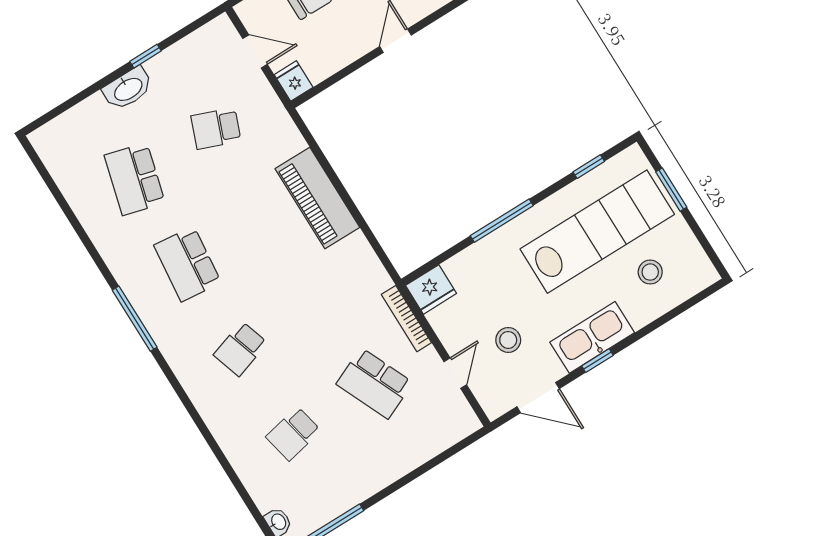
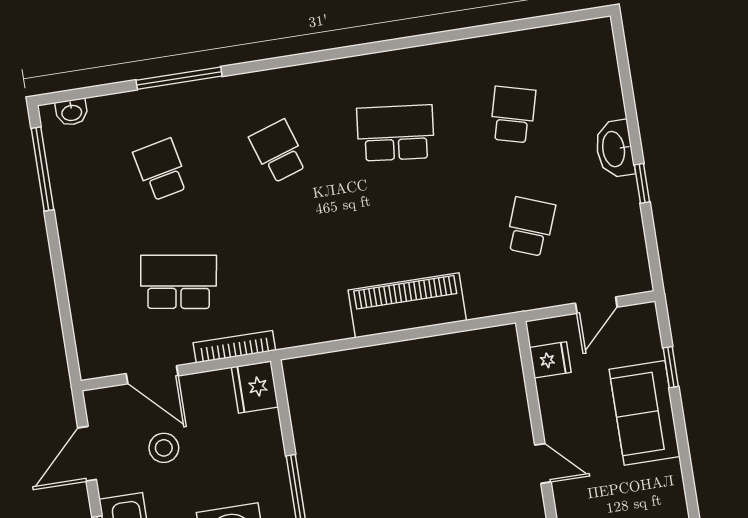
fridge: (294, 81) -> (550, 360), moved
school desk: (135, 179) -> (513, 115), width x0.54
window: (135, 319) -> (179, 78), moved
door: (455, 373) -> (152, 375), width x1.38
school desk: (375, 383) -> (179, 282), turned 33

